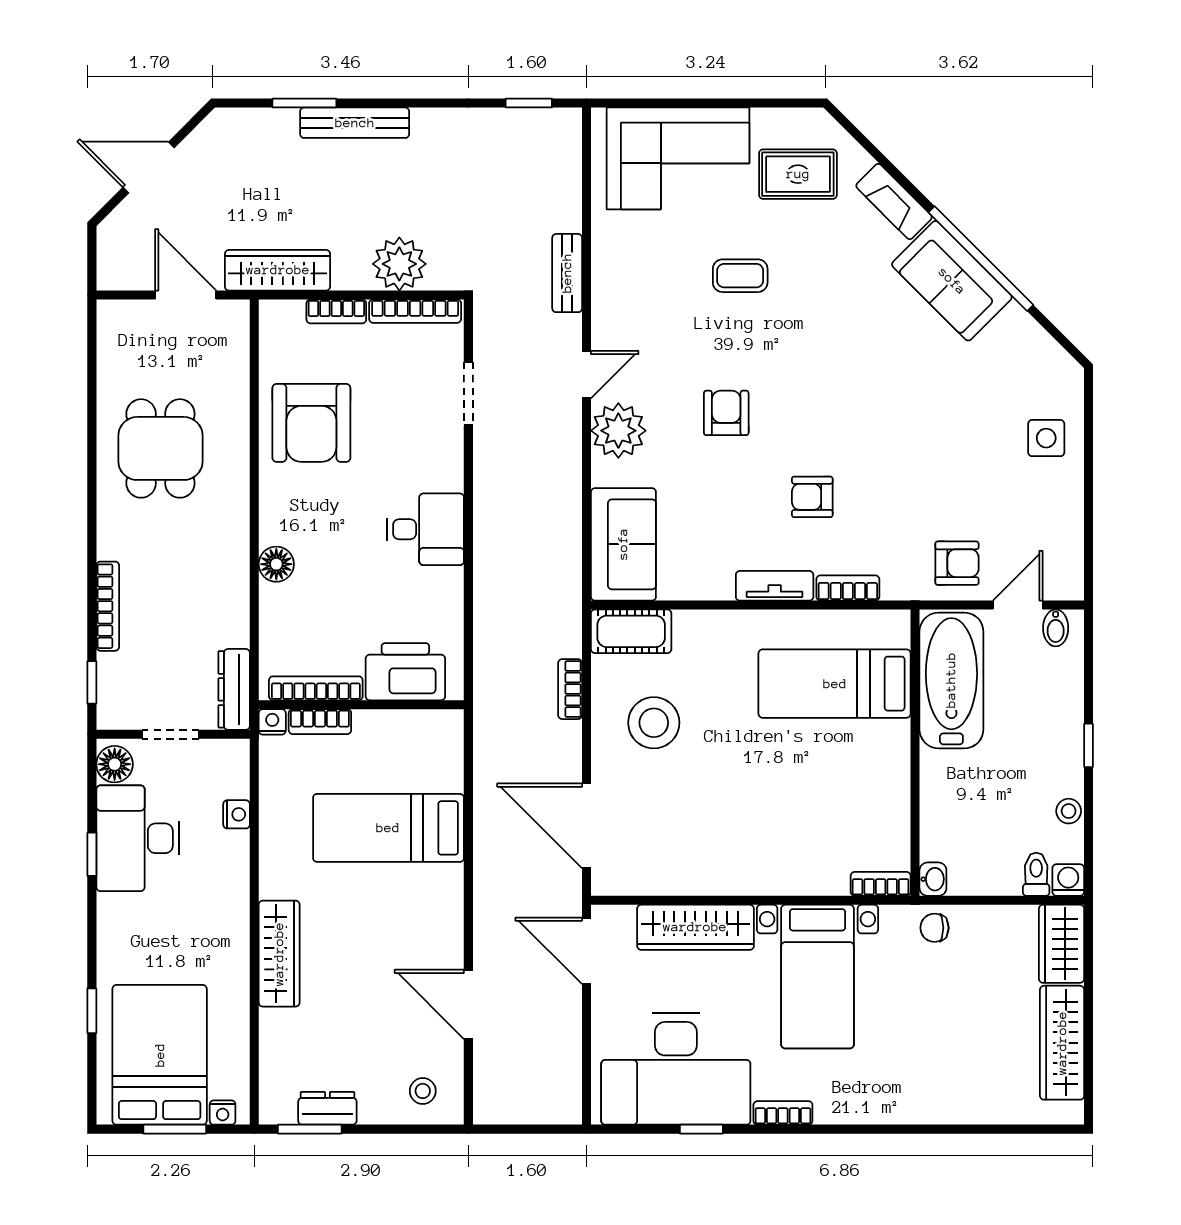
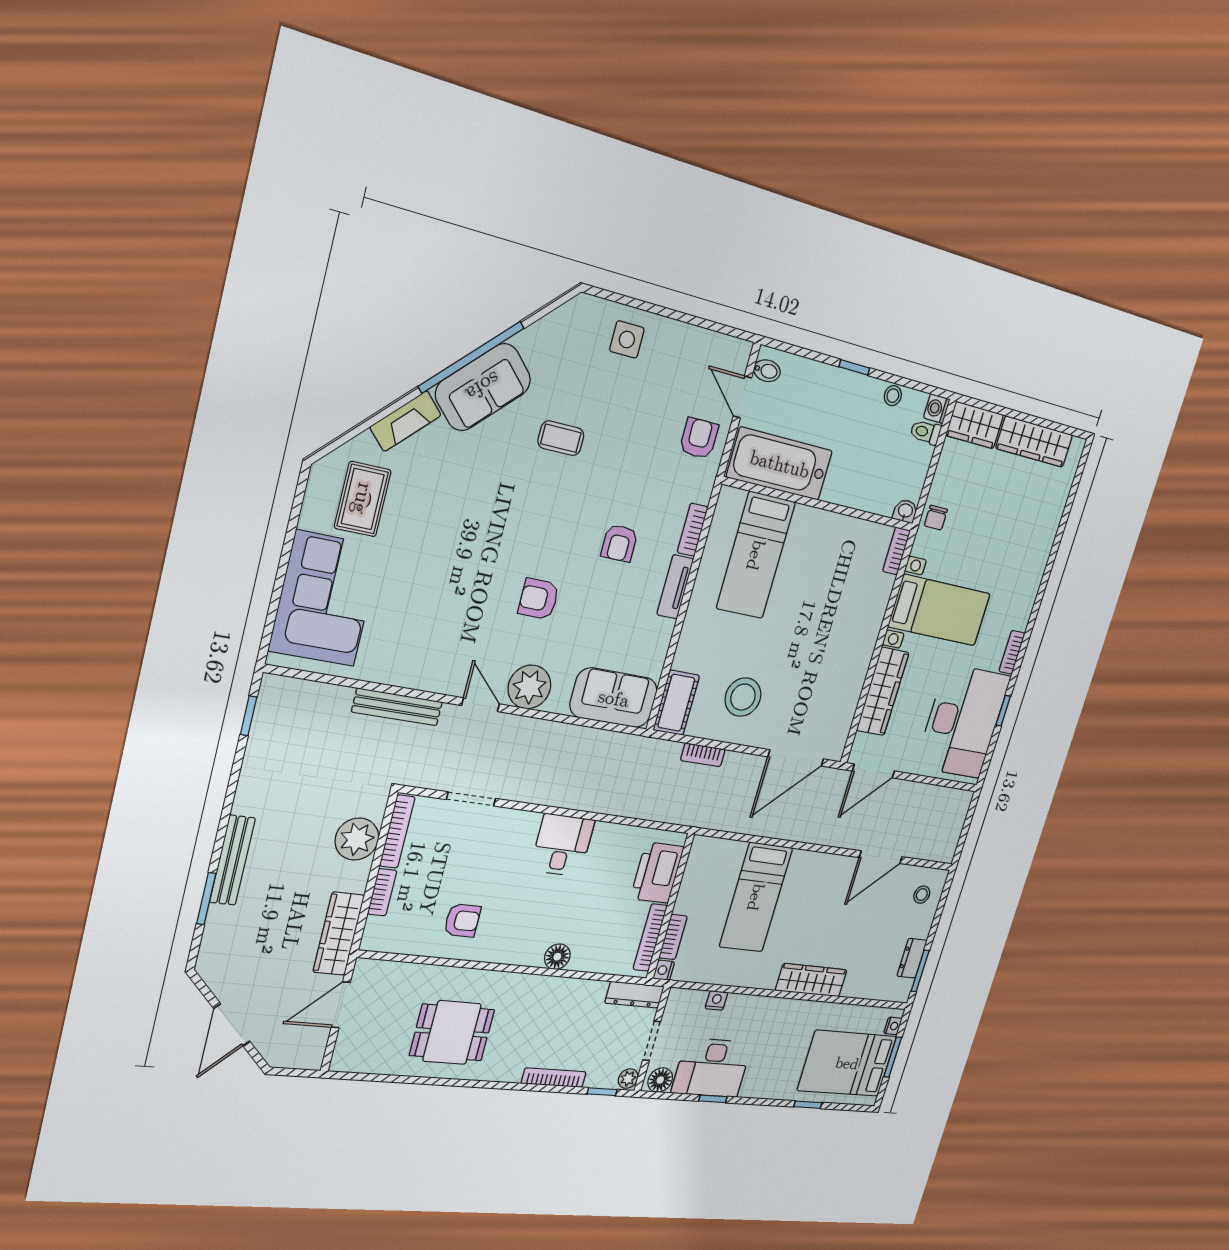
bench: (567, 273) -> (397, 707), width x1.36
coffee table: (740, 276) -> (561, 438), moved, turned 90
armchair: (311, 423) -> (462, 920), width x0.53, depth x0.53
plant: (114, 715) -> (628, 1079), added

